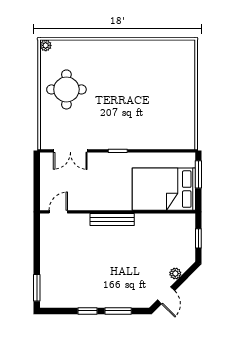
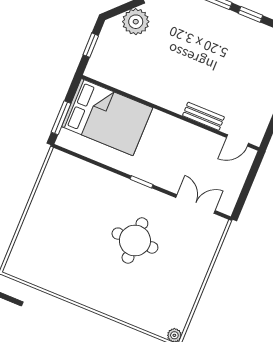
round table: (66, 89) -> (135, 241), moved
bench: (112, 220) -> (203, 116), moved, width x0.73
plant: (175, 274) -> (136, 22), width x1.87, depth x1.87

